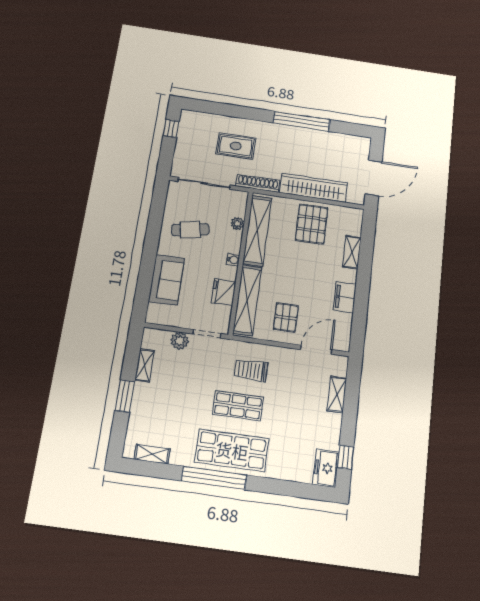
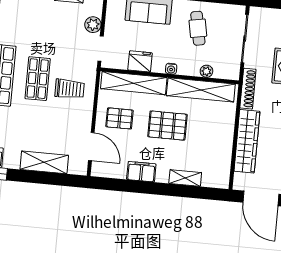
pallet: (312, 224) -> (167, 126), moved
trolley: (251, 370) -> (70, 89), turned 90
shelving: (337, 394) -> (44, 162), width x1.50, depth x1.33

